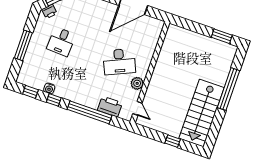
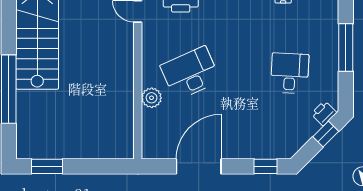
plant: (137, 83) -> (152, 98), moved

